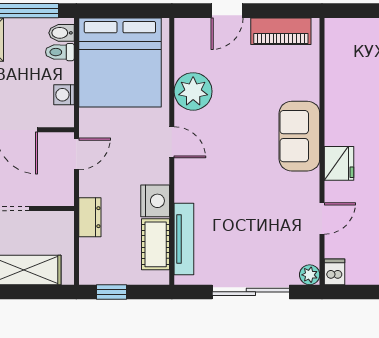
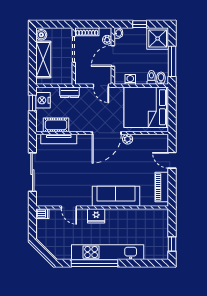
plant: (193, 91) -> (128, 139), width x0.53, depth x0.53
sofa: (299, 136) -> (116, 196), width x1.36
door: (172, 142) -> (107, 133), width x1.87
nightstand: (155, 201) -> (43, 100), moved, turned 90
plant: (310, 275) -> (41, 201), removed

